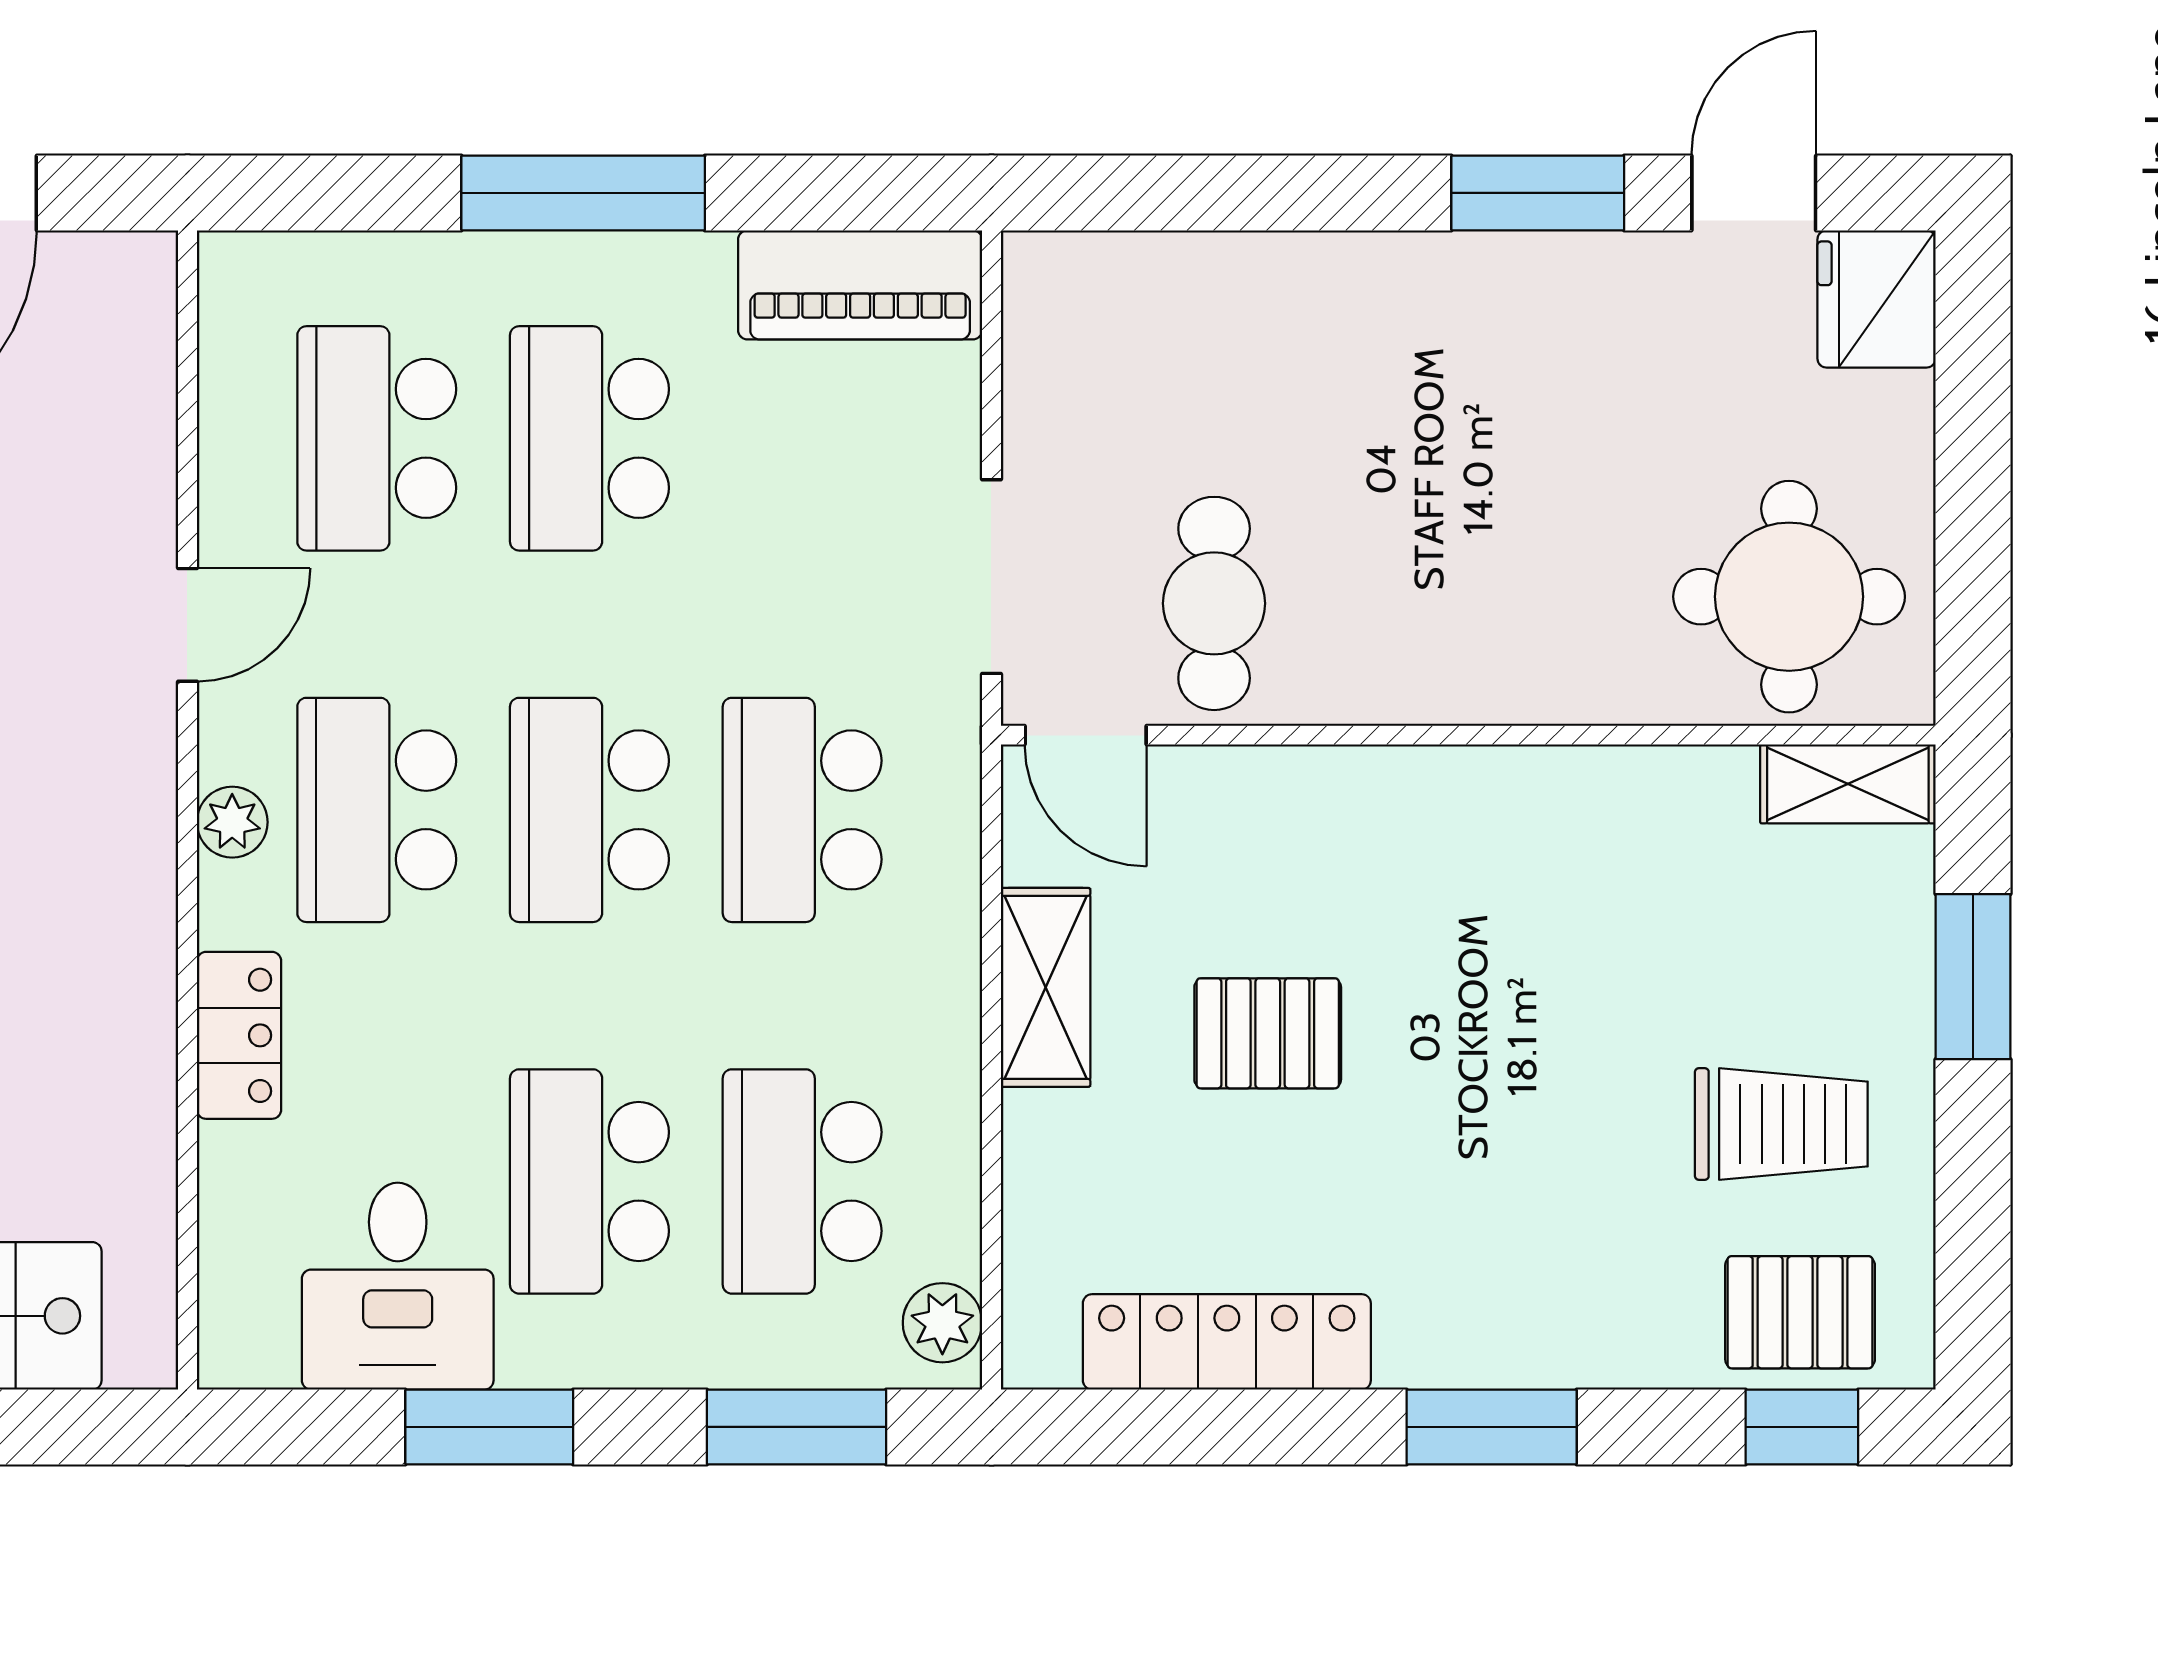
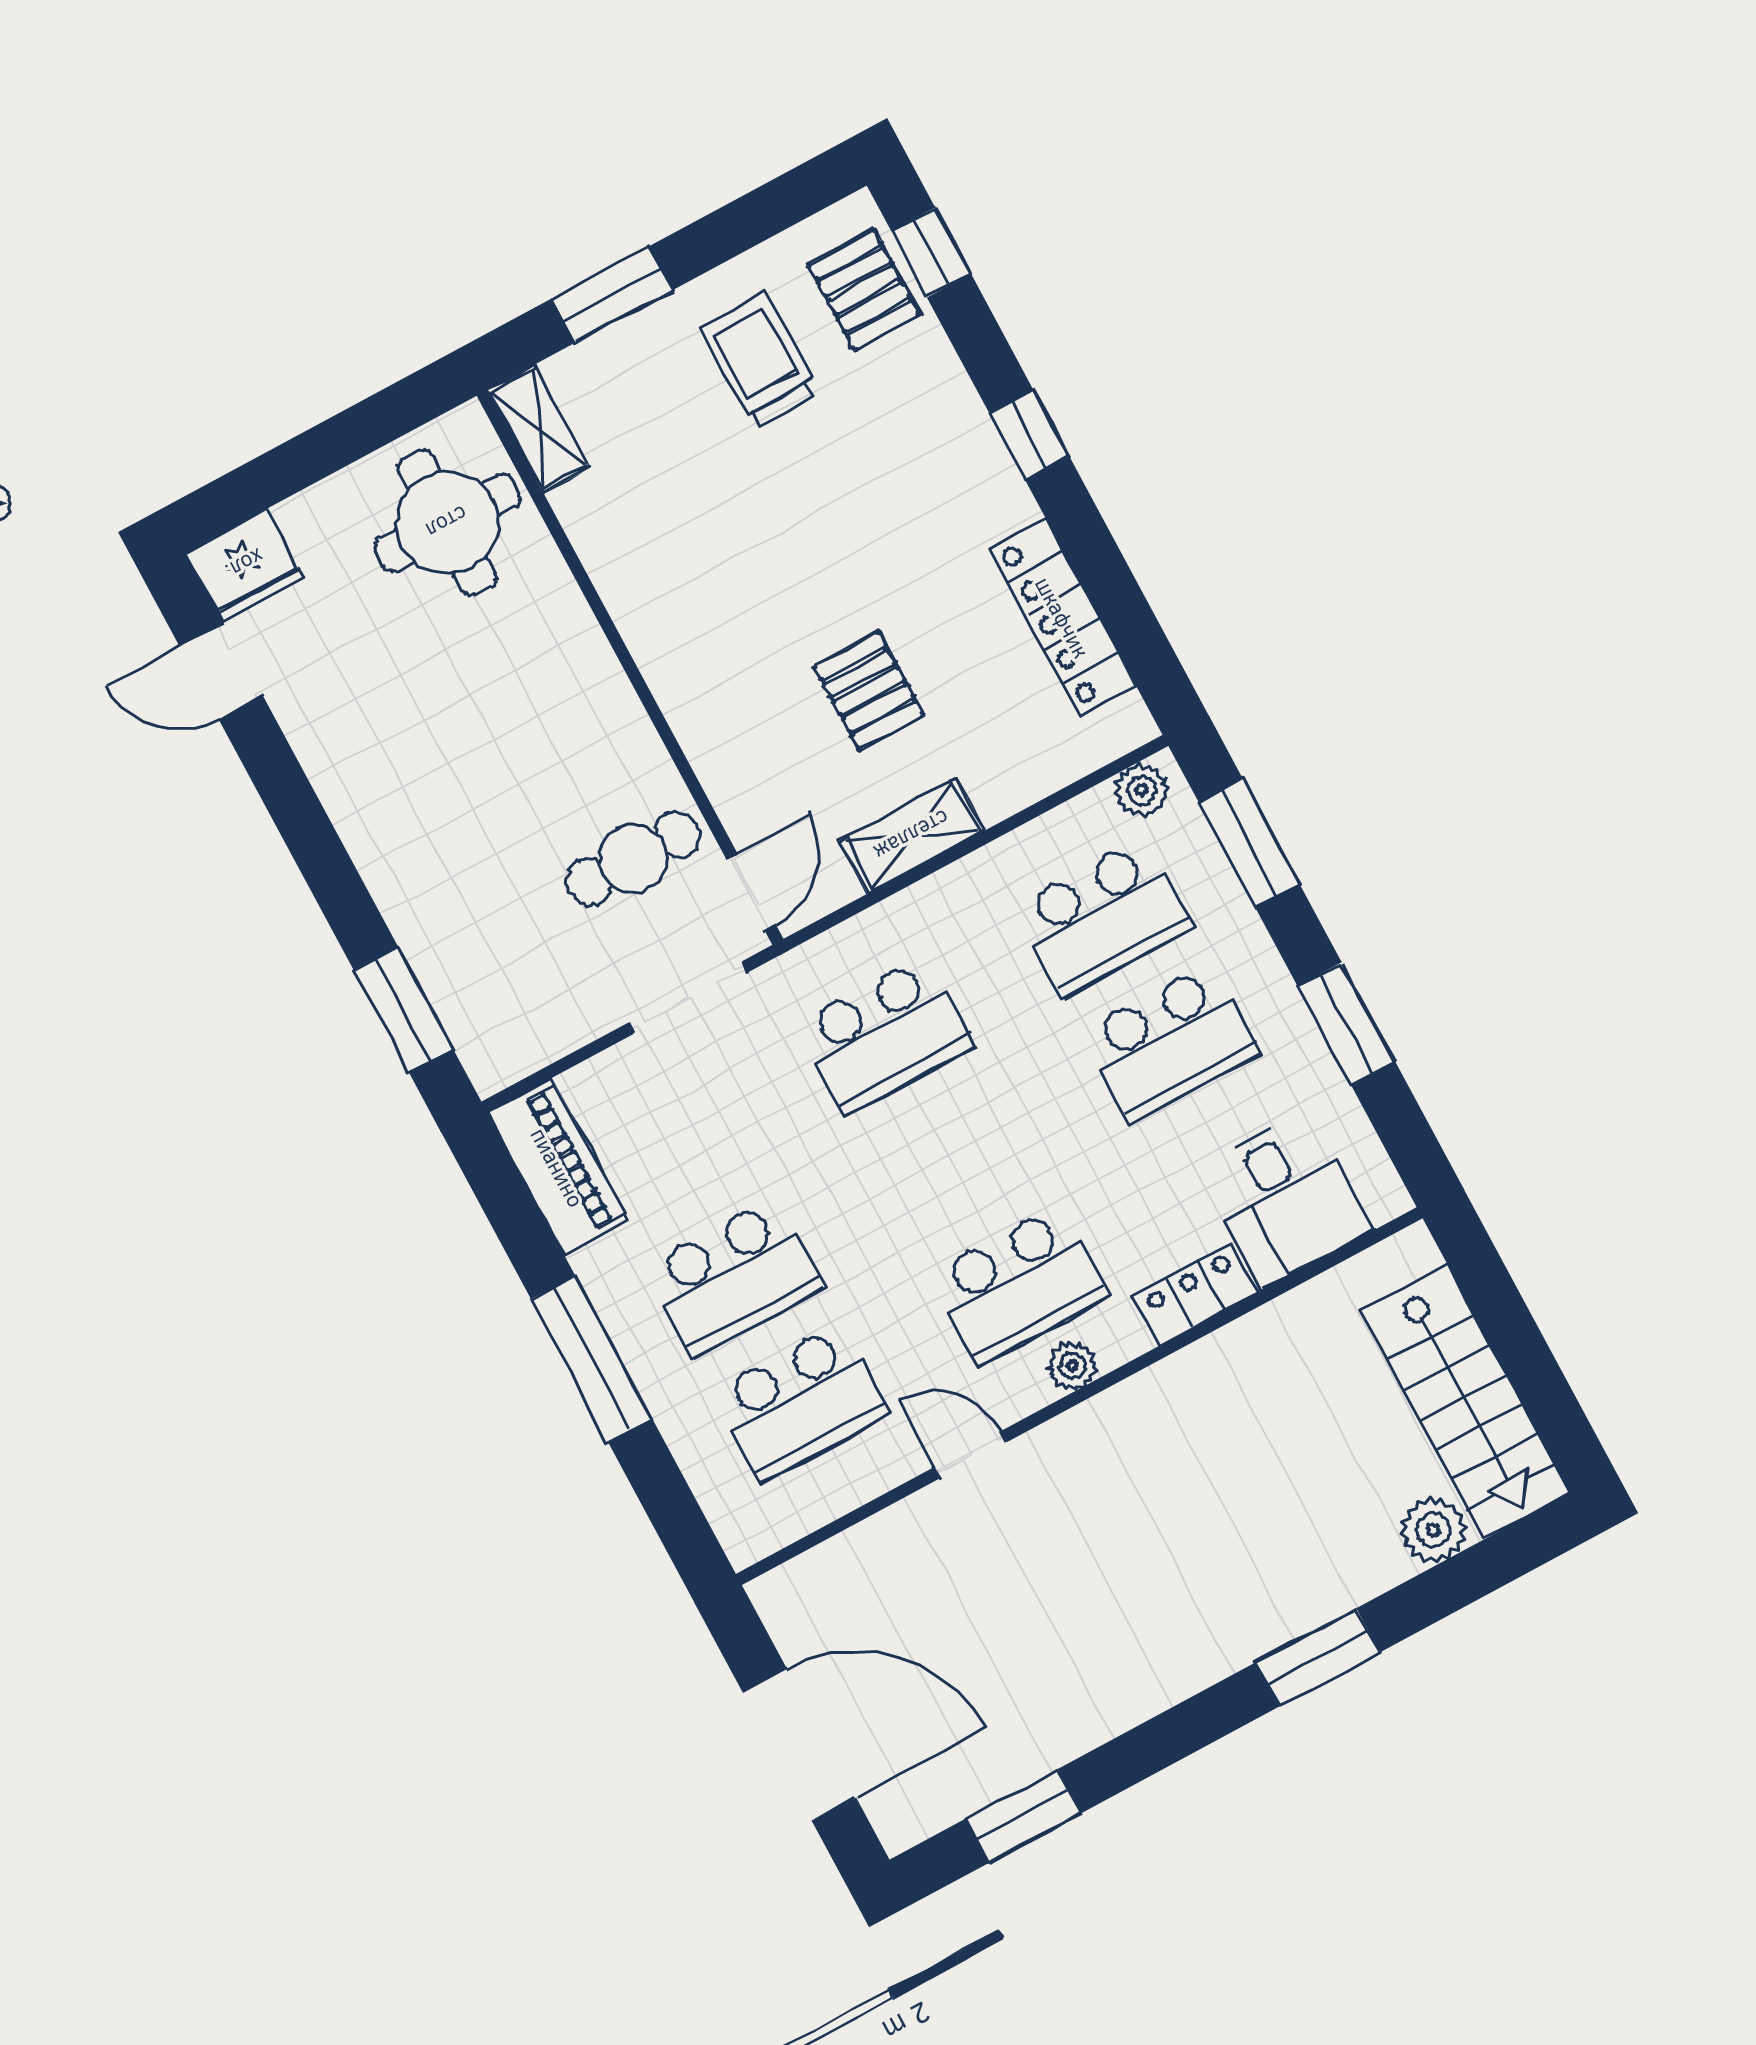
window: (1538, 193) -> (404, 1010), moved
school desk: (589, 810) -> (952, 1160), removed
desk: (398, 1286) -> (1286, 1199), moved, turned 90
window: (1492, 1427) -> (1029, 435), width x0.67

